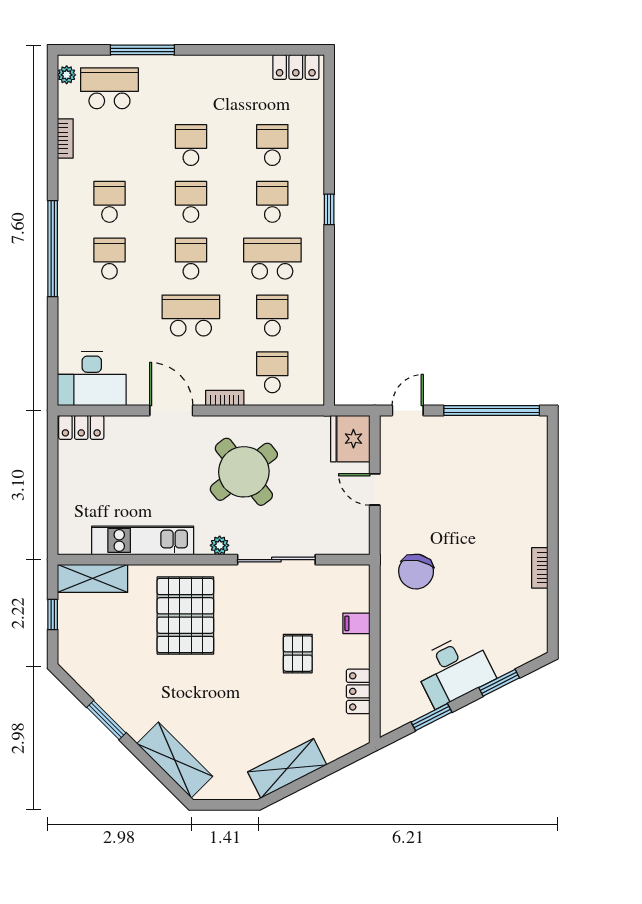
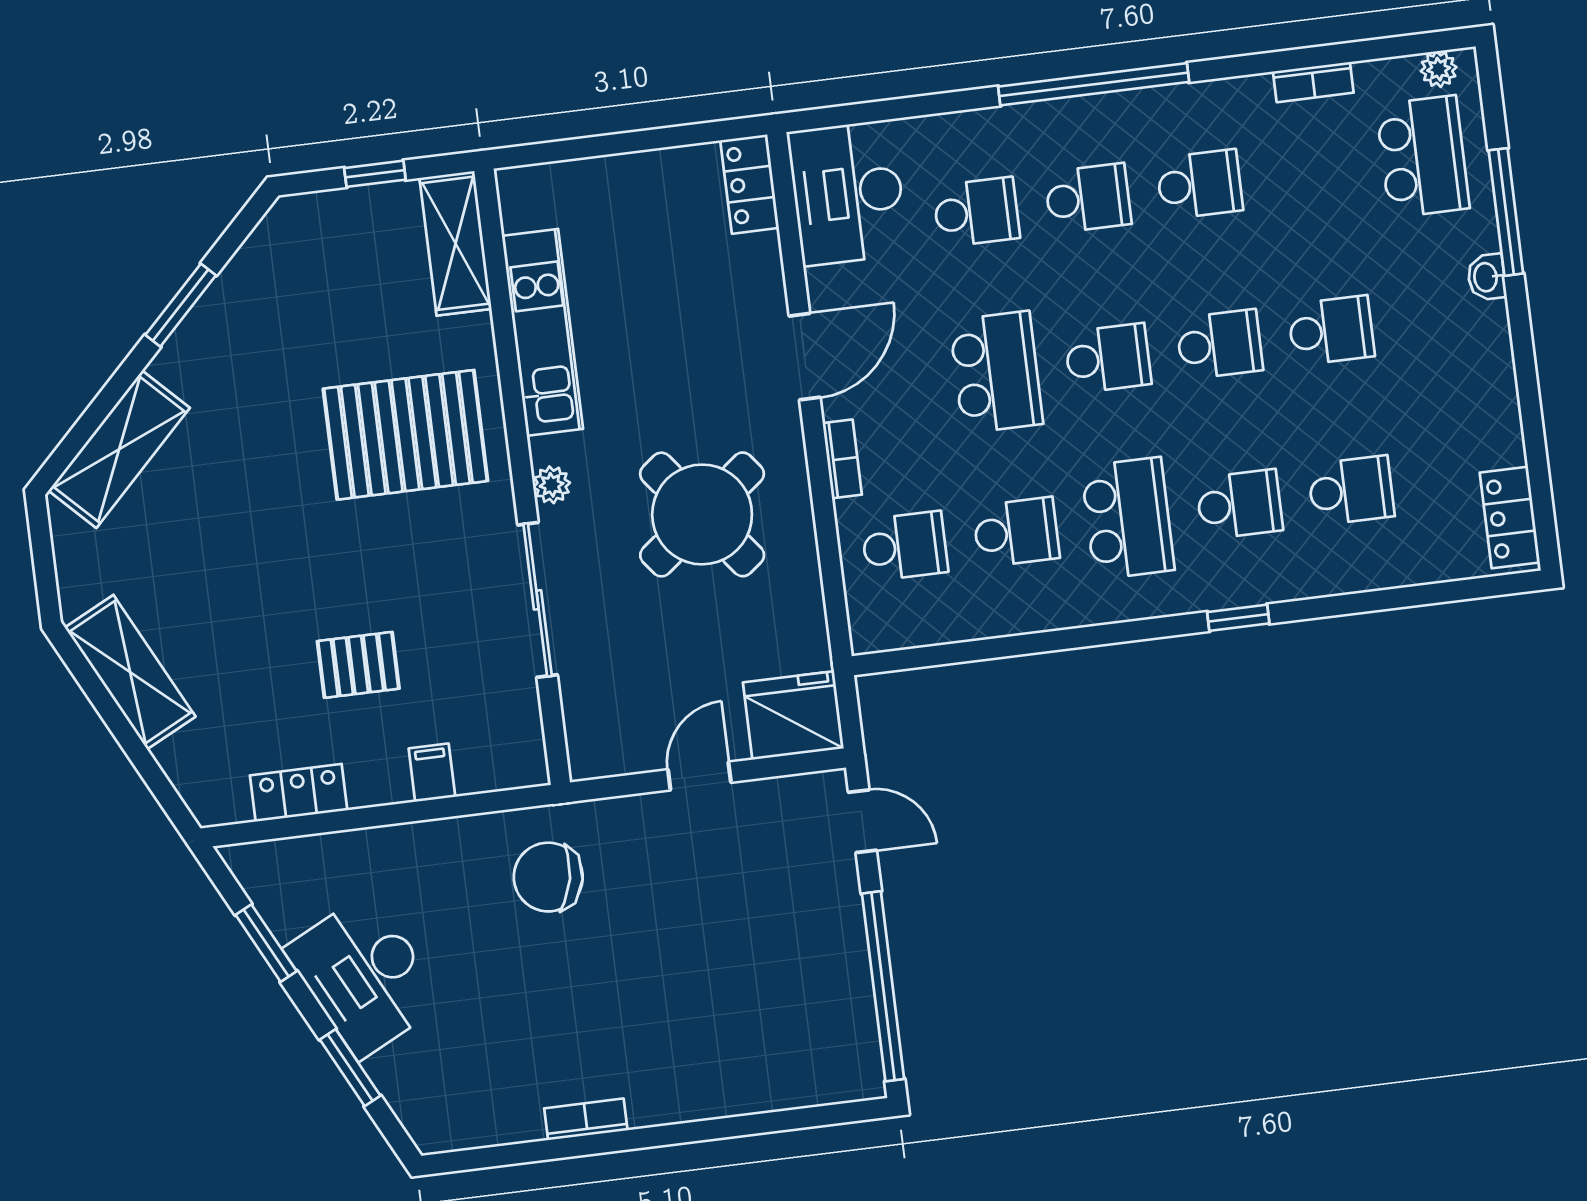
washbasin: (174, 64) -> (1487, 277), added
school desk: (109, 315) -> (976, 212), added

